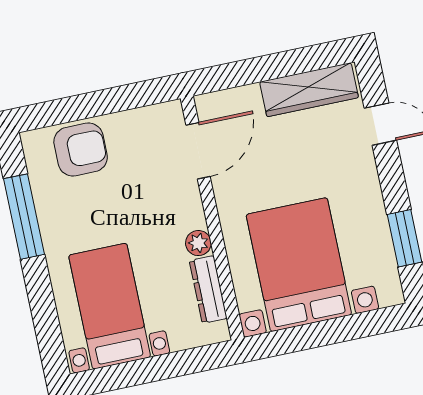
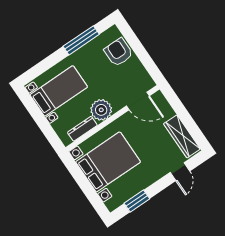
armchair: (81, 149) -> (118, 52), turned 180
plant: (198, 243) -> (101, 110), width x1.88, depth x1.88

